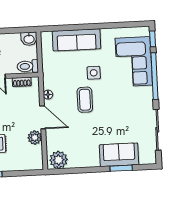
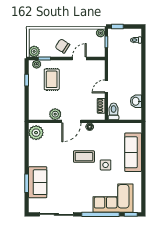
washbasin: (29, 39) -> (136, 101), moved

